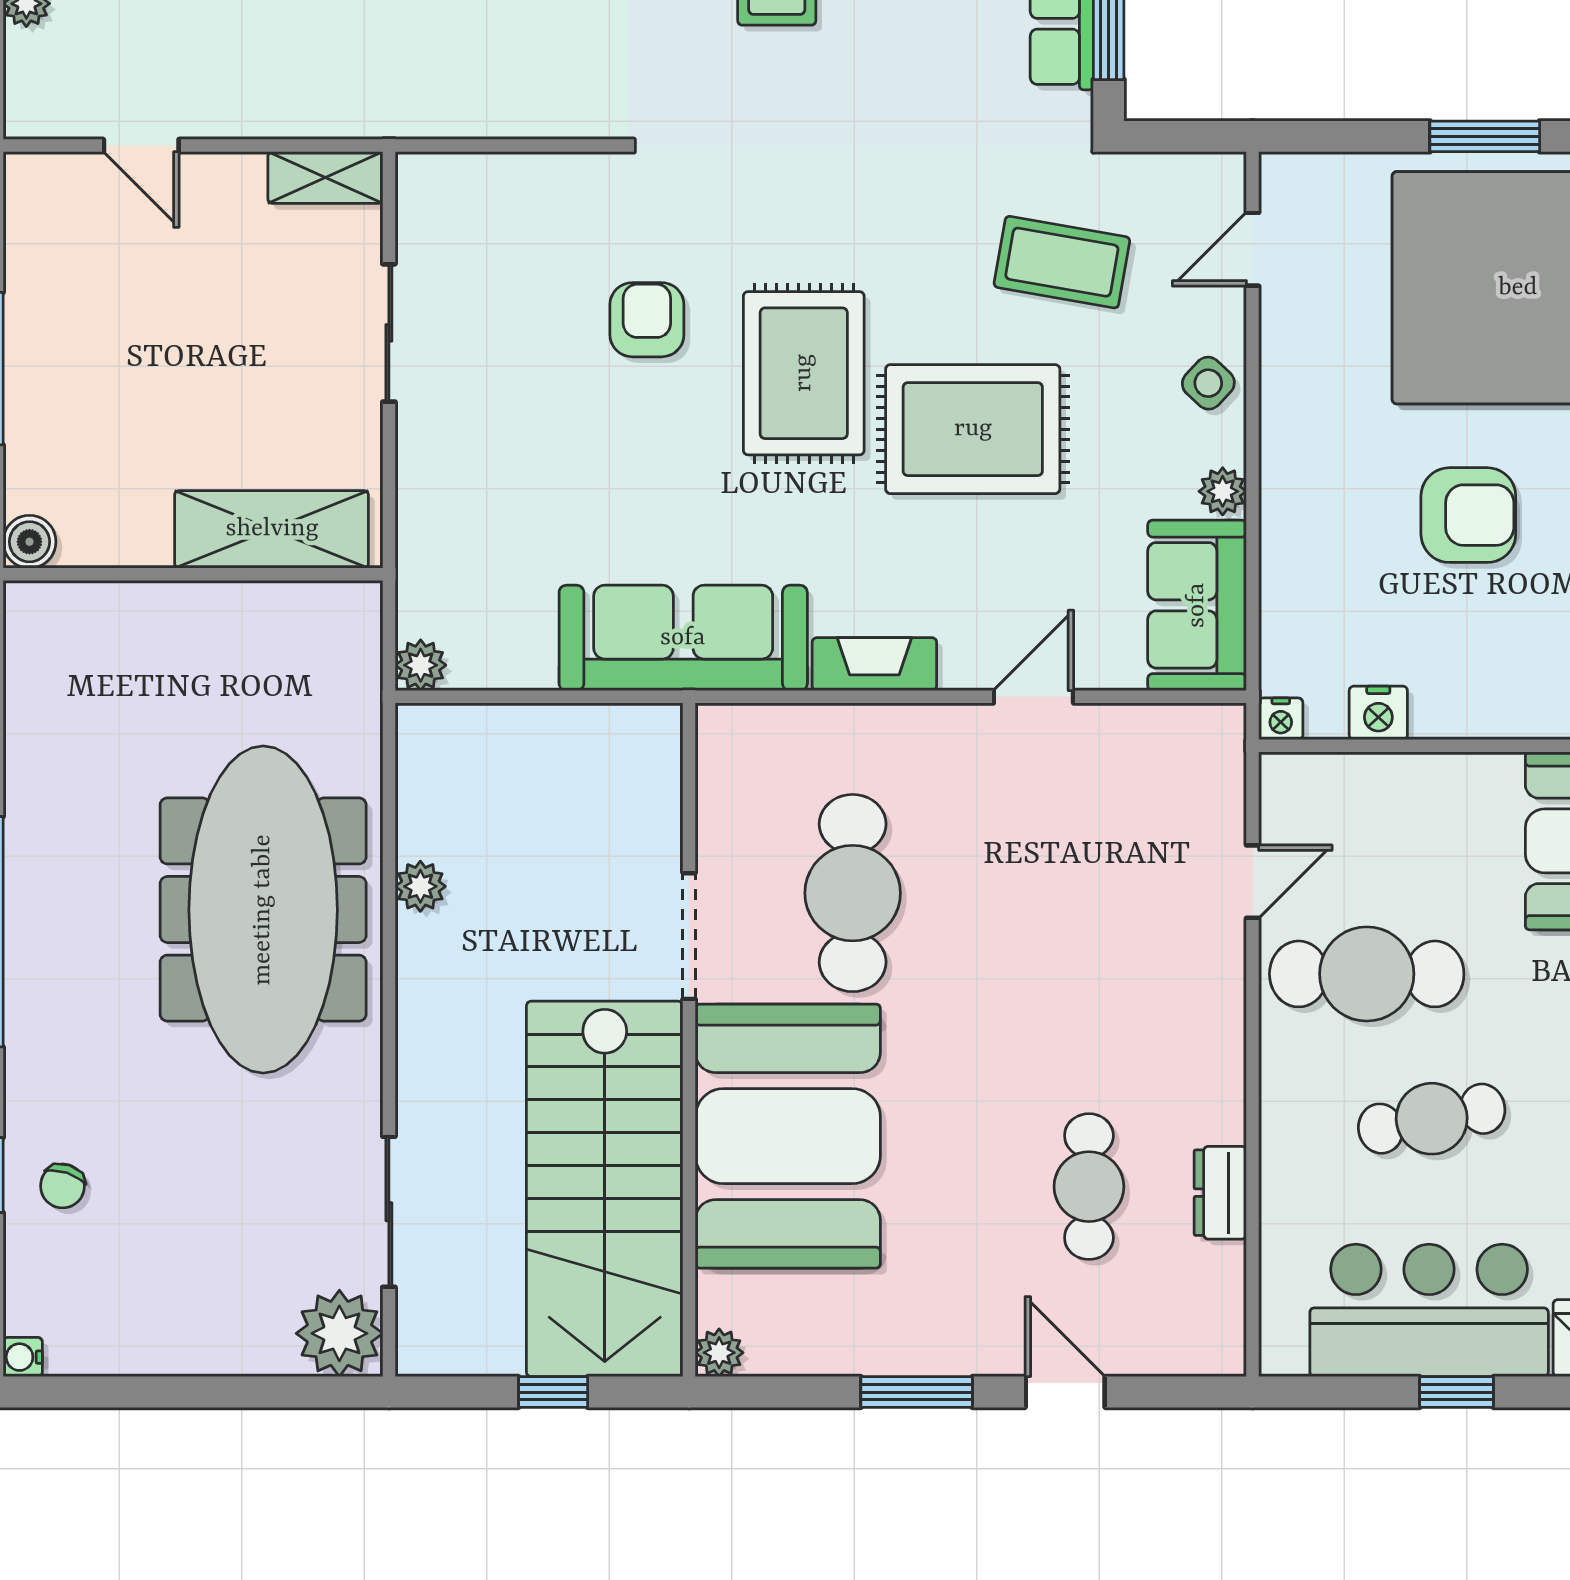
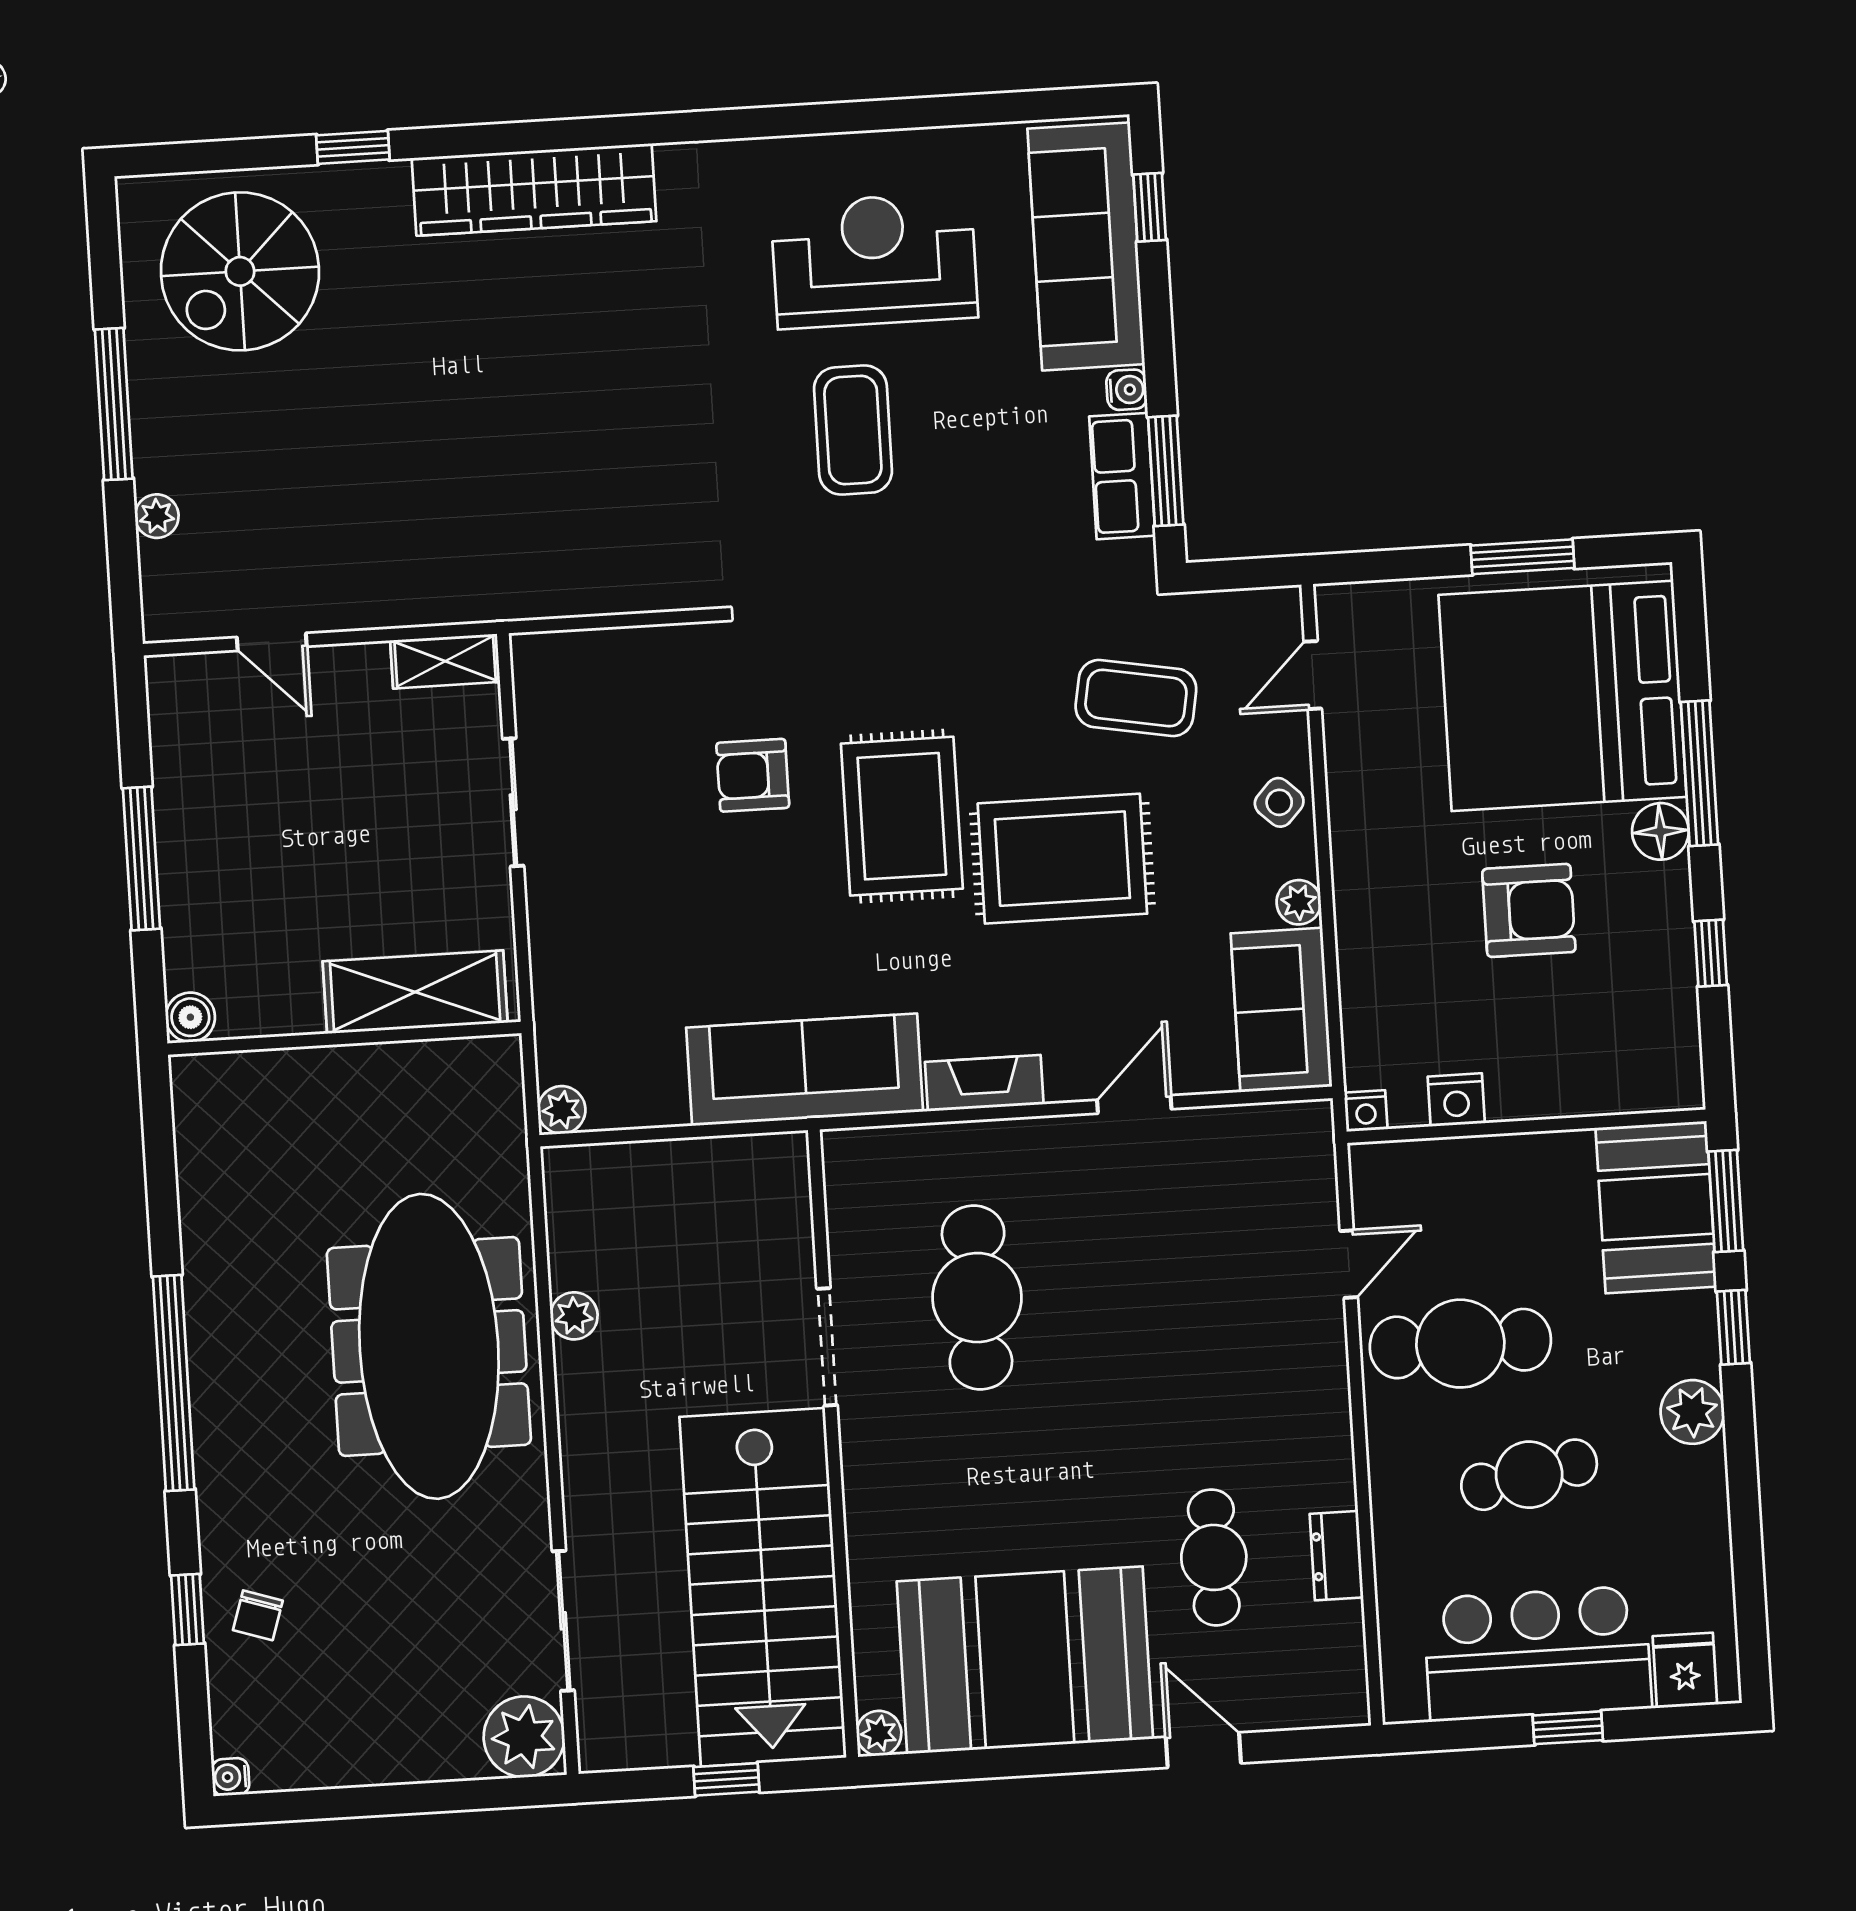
armchair: (647, 320) -> (753, 775), turned -90
booth: (788, 1136) -> (1025, 1660), moved, turned 90
window: (917, 1392) -> (1065, 1759), removed

